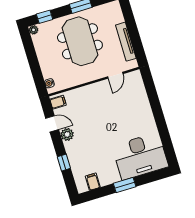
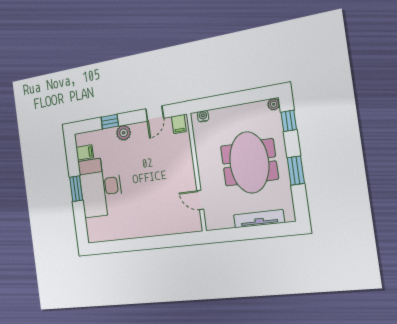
meeting table: (80, 41) -> (249, 162), turned 90
tv unit: (126, 42) -> (259, 219), moved
plant: (67, 134) -> (124, 133), moved
desk: (140, 156) -> (101, 187), moved

